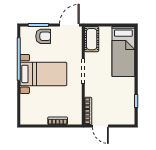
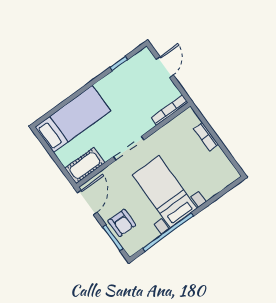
door: (69, 25) -> (87, 203), swing flipped
armchair: (43, 36) -> (122, 223), turned 180
door: (100, 126) -> (165, 67), moved

